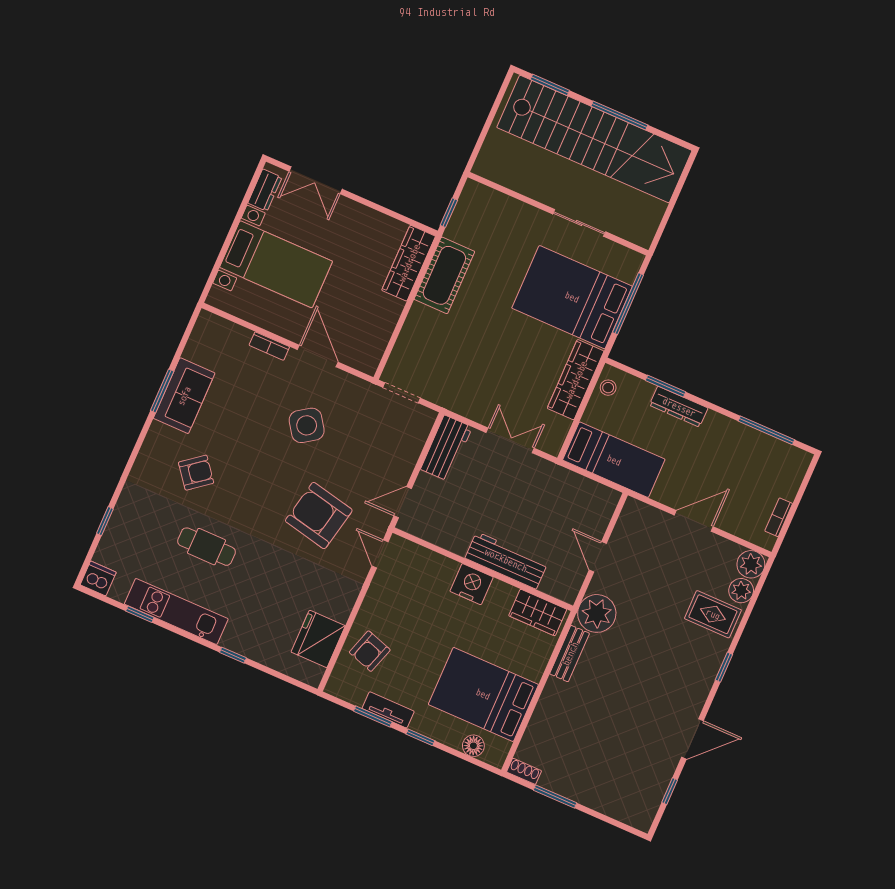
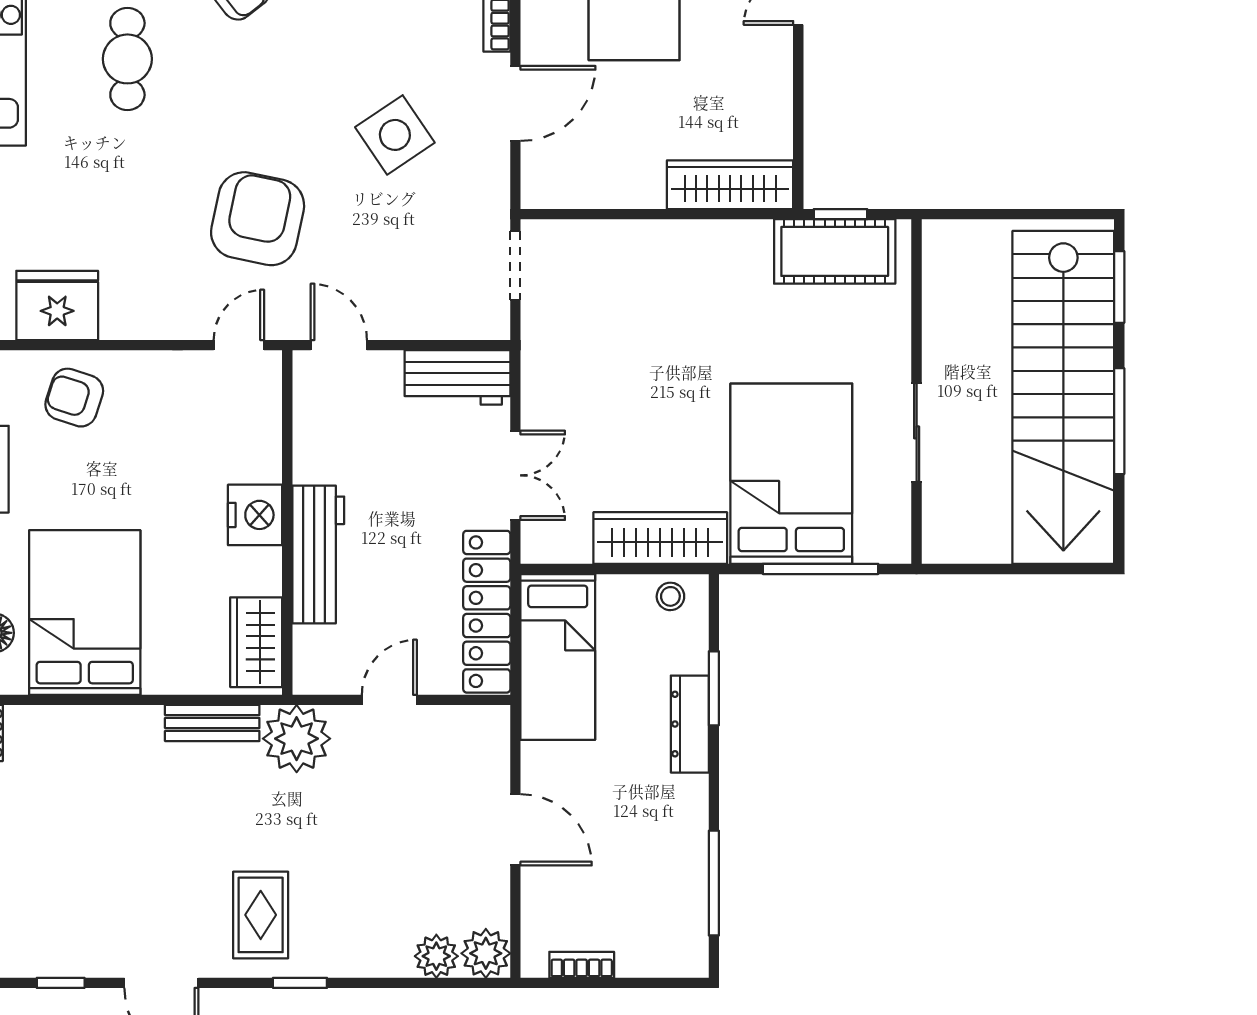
cot: (444, 275) -> (835, 251), moved
locker: (574, 486) -> (487, 612), added
rug: (713, 614) -> (261, 915), moved

